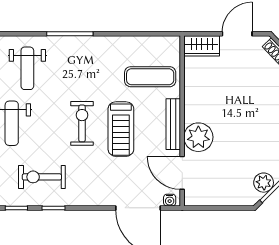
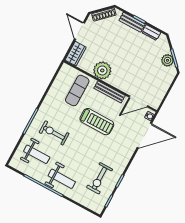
exercise bike: (82, 123) -> (54, 133), moved
plant: (198, 137) -> (102, 70), moved

